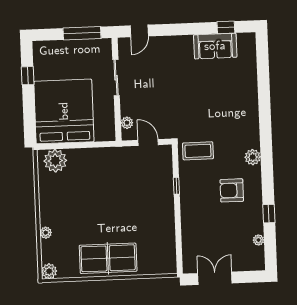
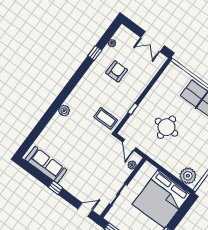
window: (226, 27) -> (55, 188), moved
sofa: (215, 46) -> (46, 165), width x1.36
plant: (253, 157) -> (64, 111), moved
armchair: (232, 190) -> (117, 71), moved, turned -90
round table: (123, 195) -> (166, 127), added

